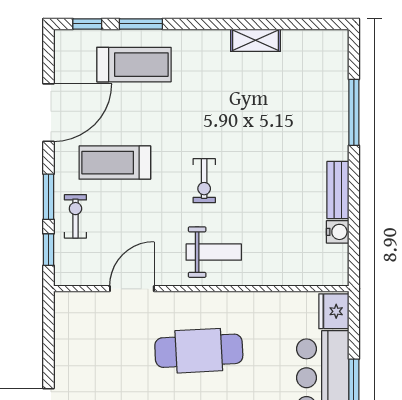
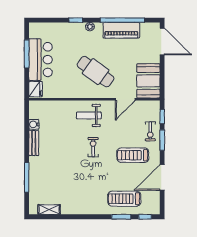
shelving: (255, 40) -> (49, 210), moved
treadmill: (115, 163) -> (133, 155), turned 180
booth: (80, 330) -> (148, 81), added
cafe table: (199, 351) -> (96, 72), turned 39

